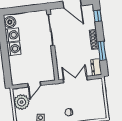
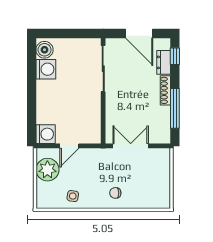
washing machine: (14, 49) -> (46, 134), moved
window: (102, 51) -> (175, 108), width x1.44
dresser: (96, 67) -> (164, 62), moved

